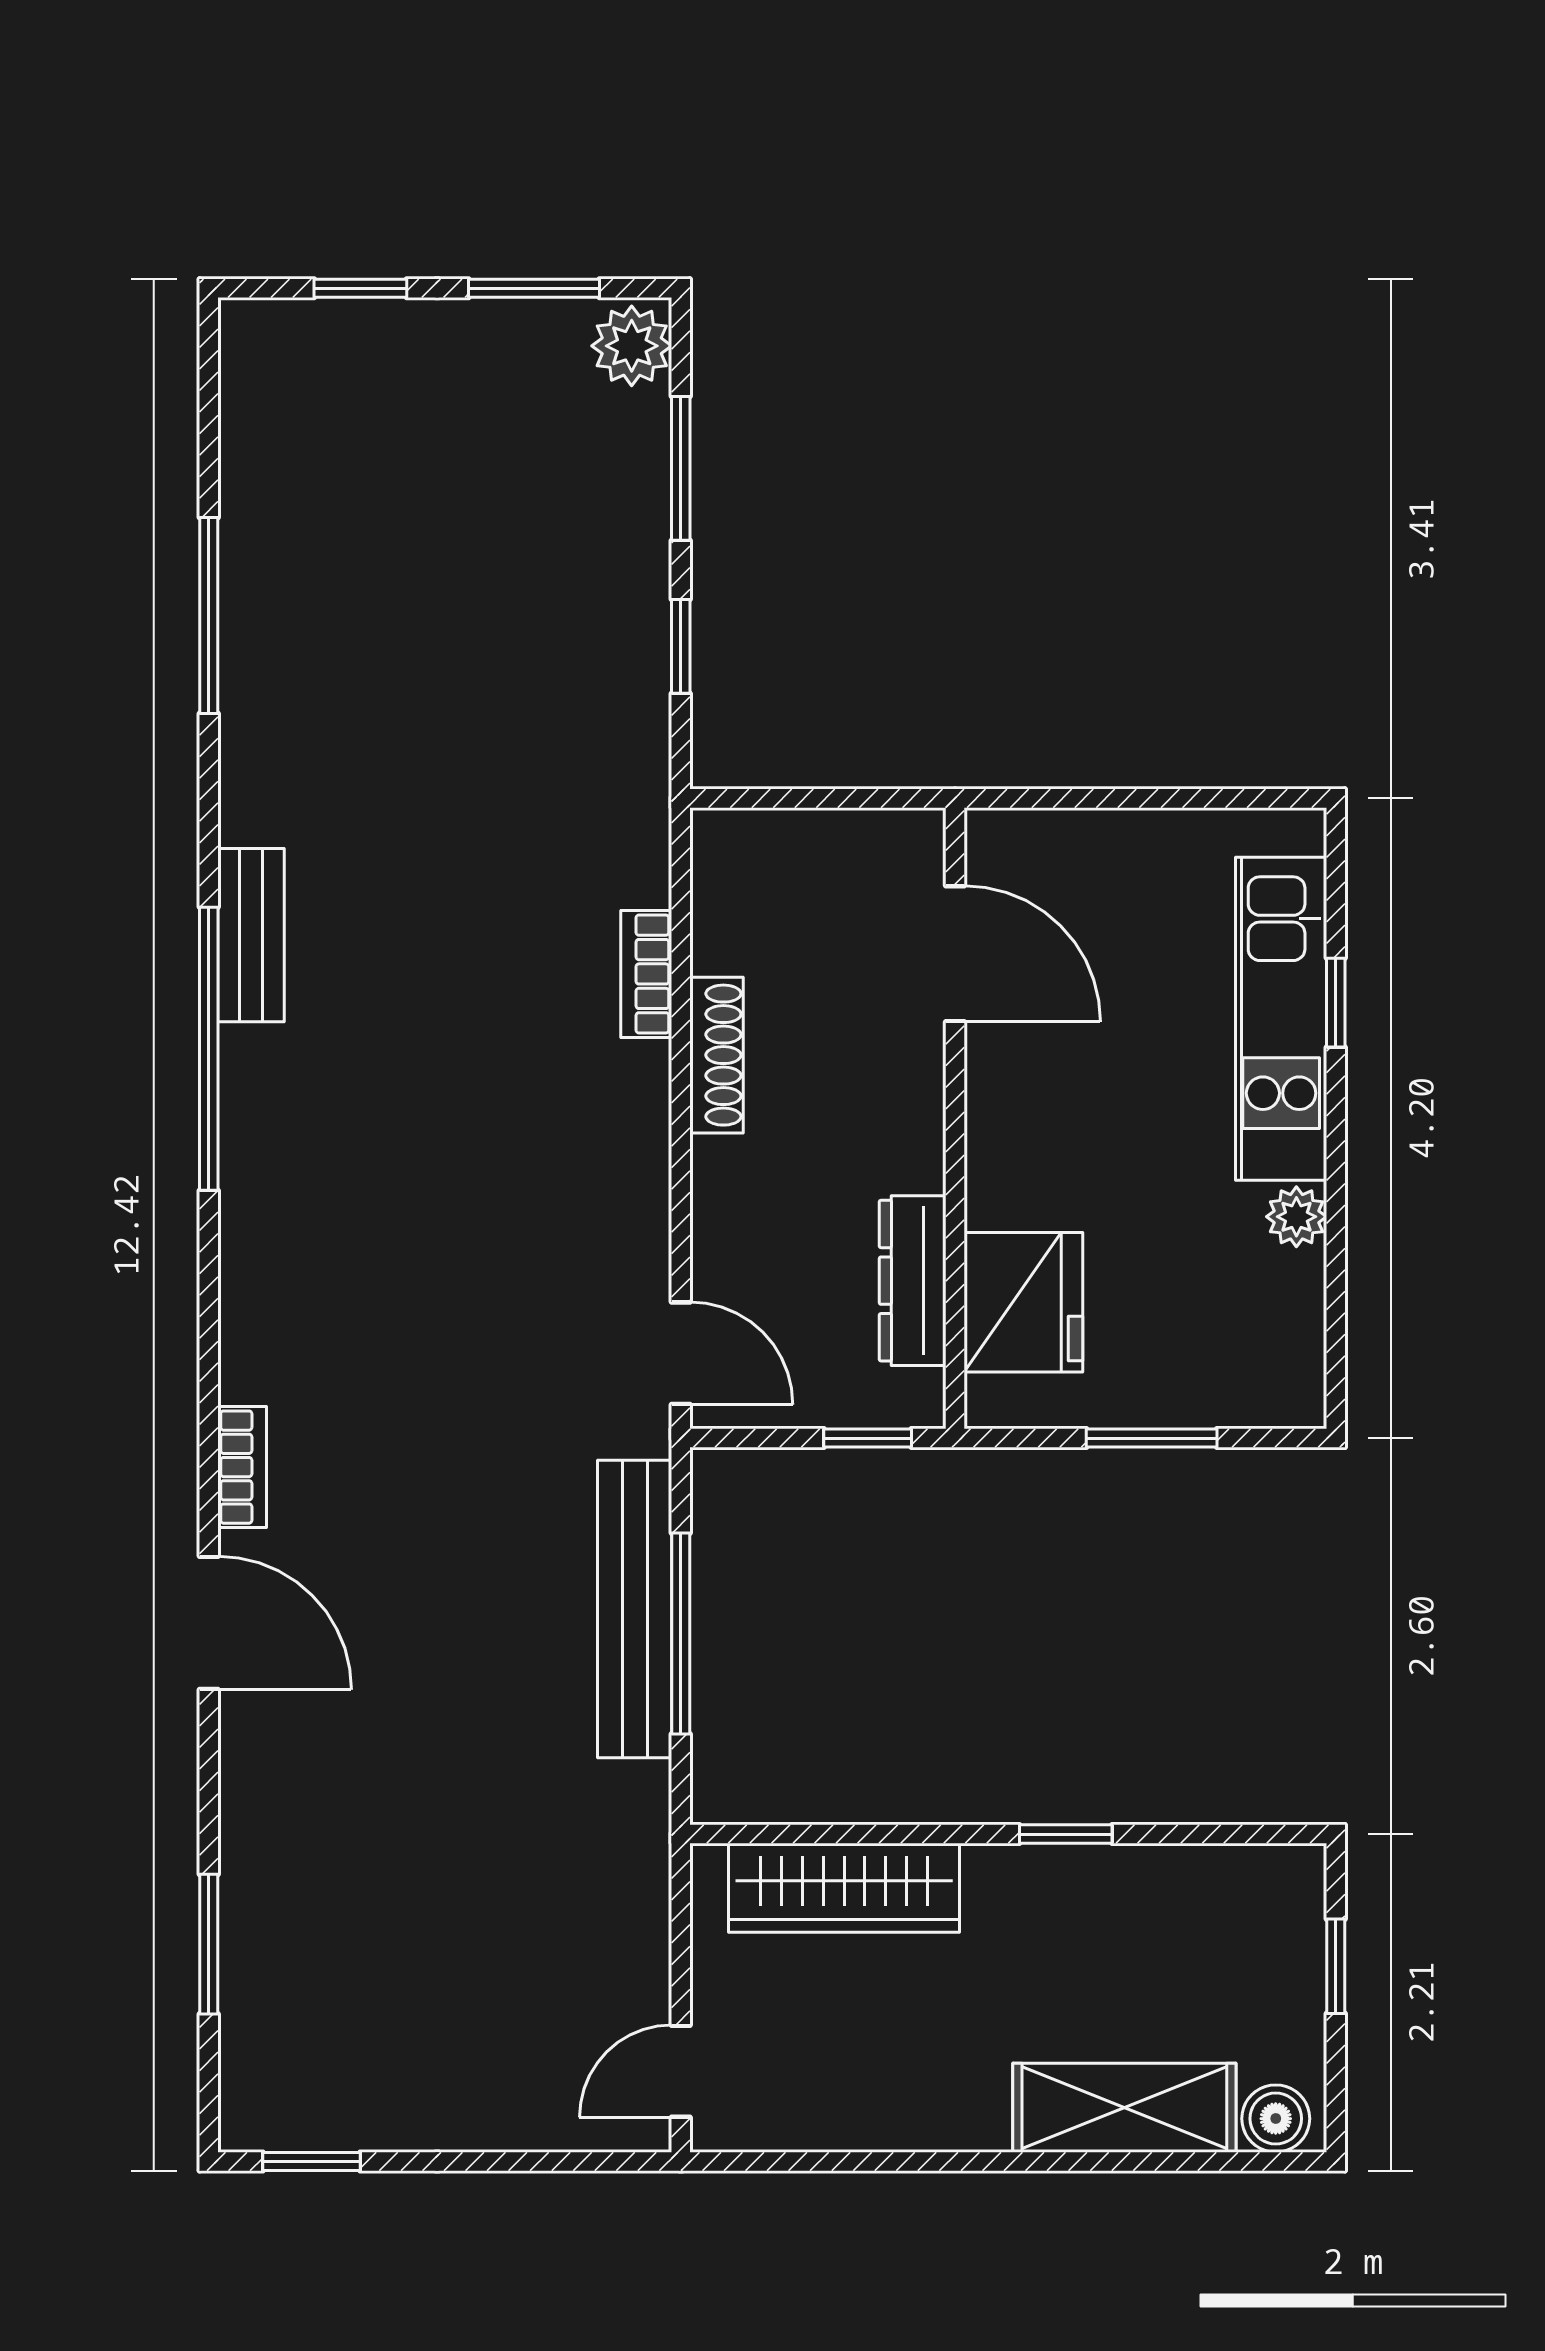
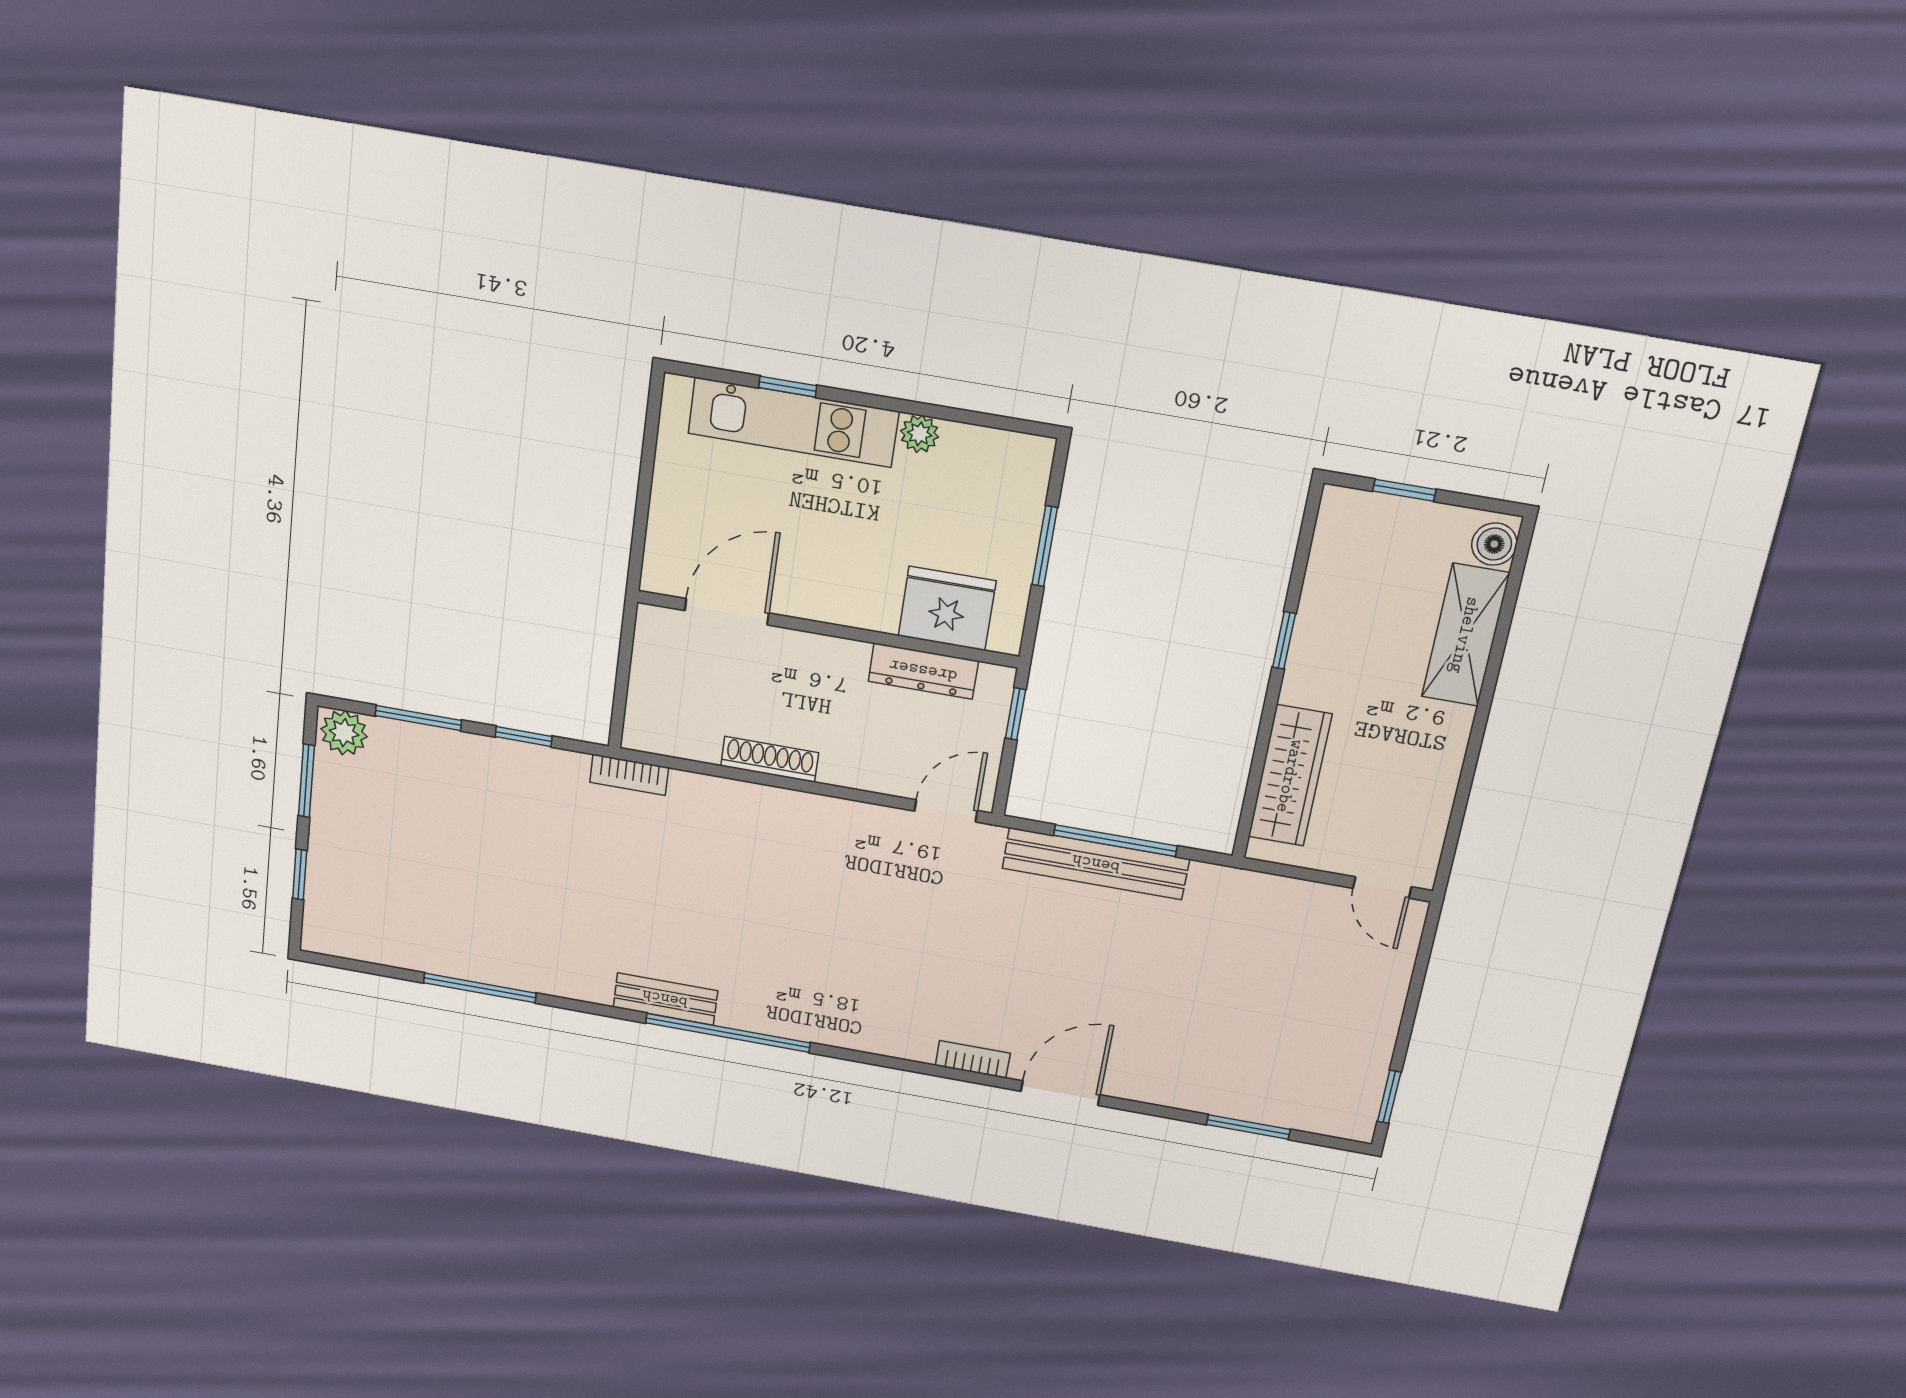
bookcase: (646, 974) -> (629, 775), moved

